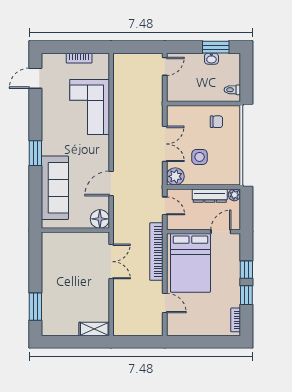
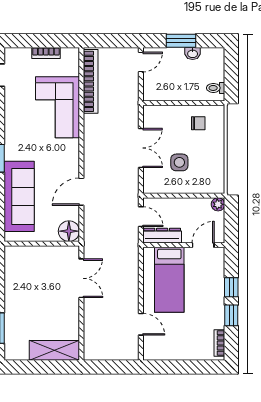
window: (216, 47) -> (181, 41), moved
plant: (175, 176) -> (152, 184), removed
dresser: (210, 196) -> (162, 236), moved, turned 180
bookcase: (156, 252) -> (91, 81), moved, turned 180
bed: (190, 263) -> (169, 280), width x0.67
shelving: (94, 329) -> (54, 350), width x1.50, depth x1.33

